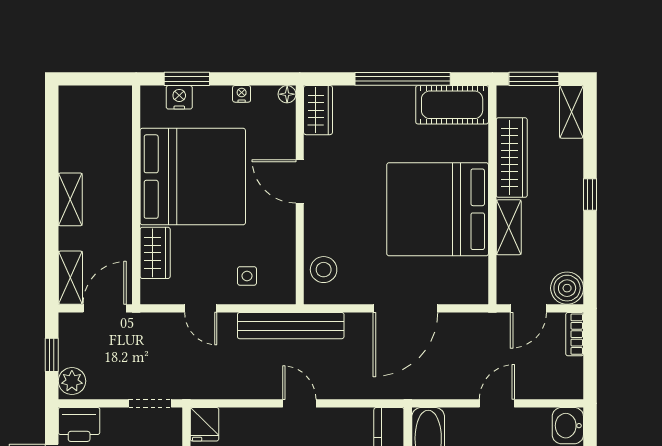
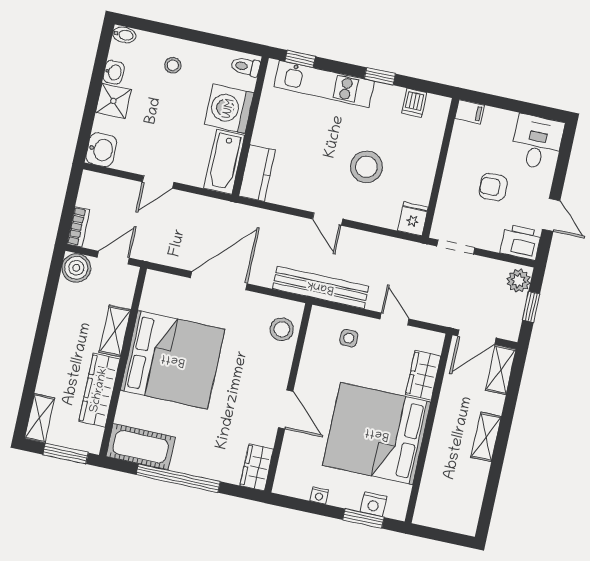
floor lamp: (287, 94) -> (280, 487), removed
window: (590, 194) -> (39, 344), removed

